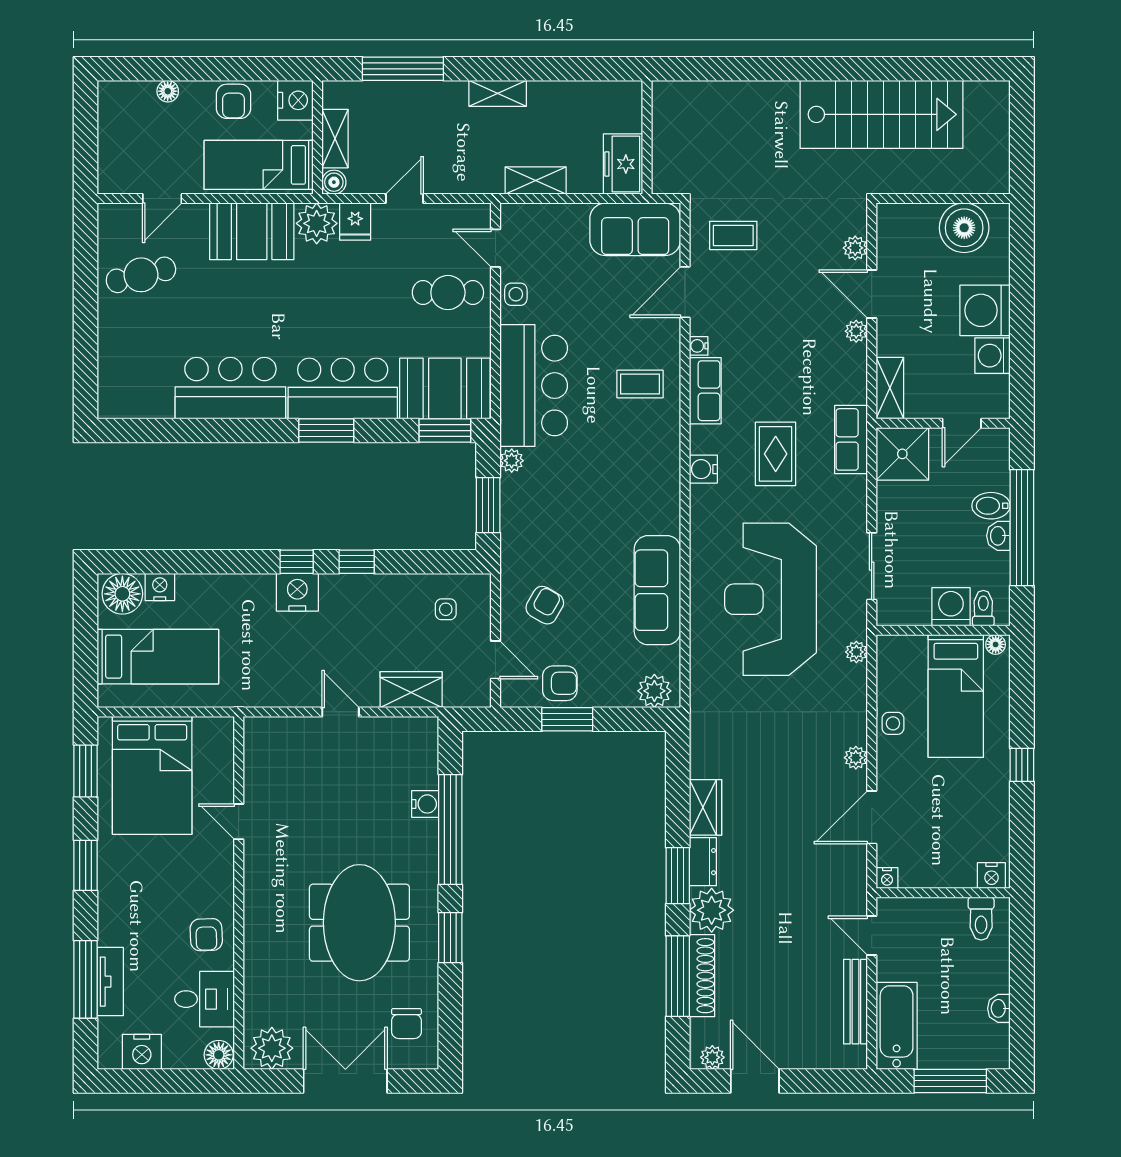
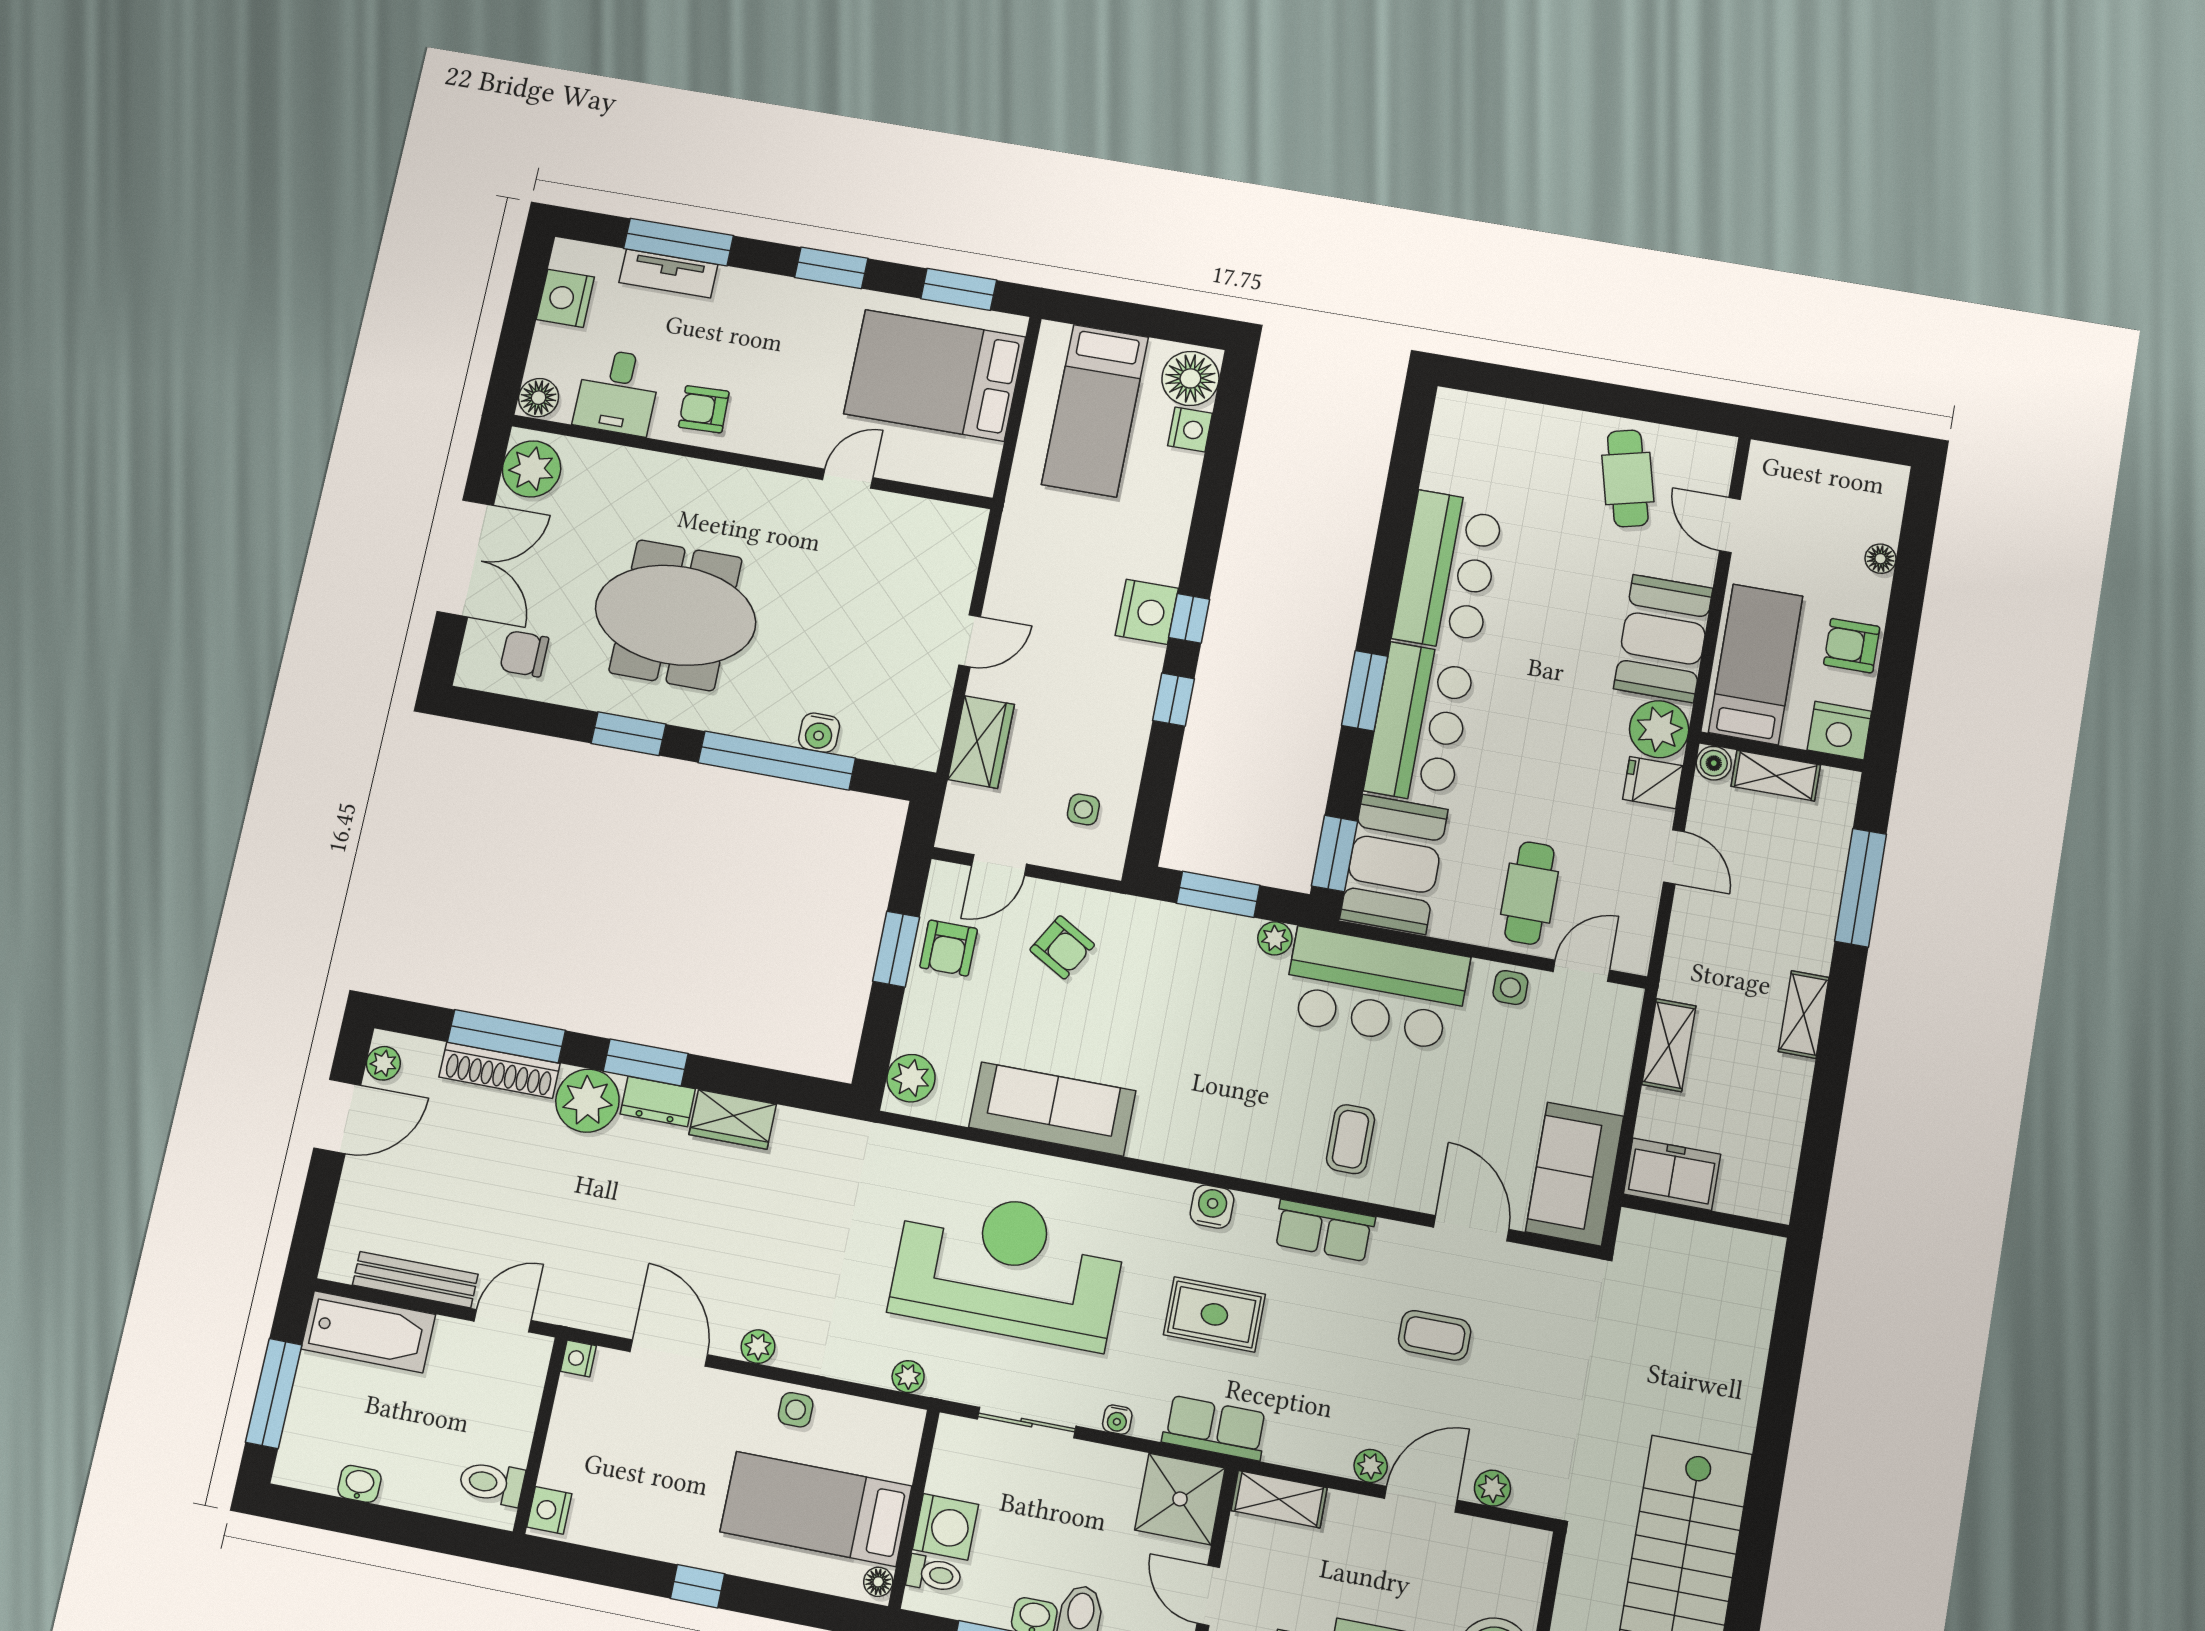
coffee table: (733, 235) -> (1435, 1335), moved, turned 90
water cooler: (699, 346) -> (1117, 1420), moved, turned 180

